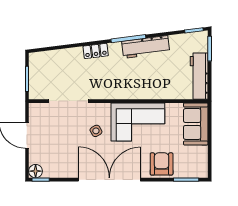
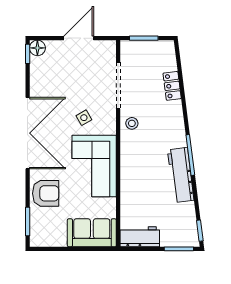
locker: (96, 51) -> (172, 86), moved
workbench: (199, 76) -> (140, 237), width x0.73
stool: (101, 89) -> (132, 123), added

